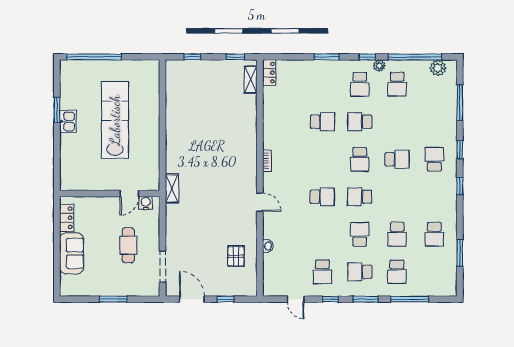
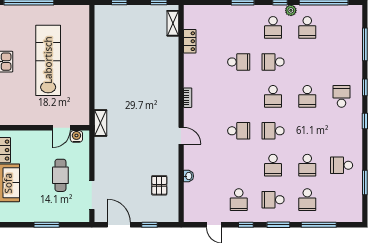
plant: (438, 68) -> (345, 12), removed
locker: (269, 73) -> (190, 41), moved
school desk: (397, 159) -> (307, 96), turned 90
school desk: (360, 234) -> (273, 165), turned 180
school desk: (434, 234) -> (342, 165), turned 90

